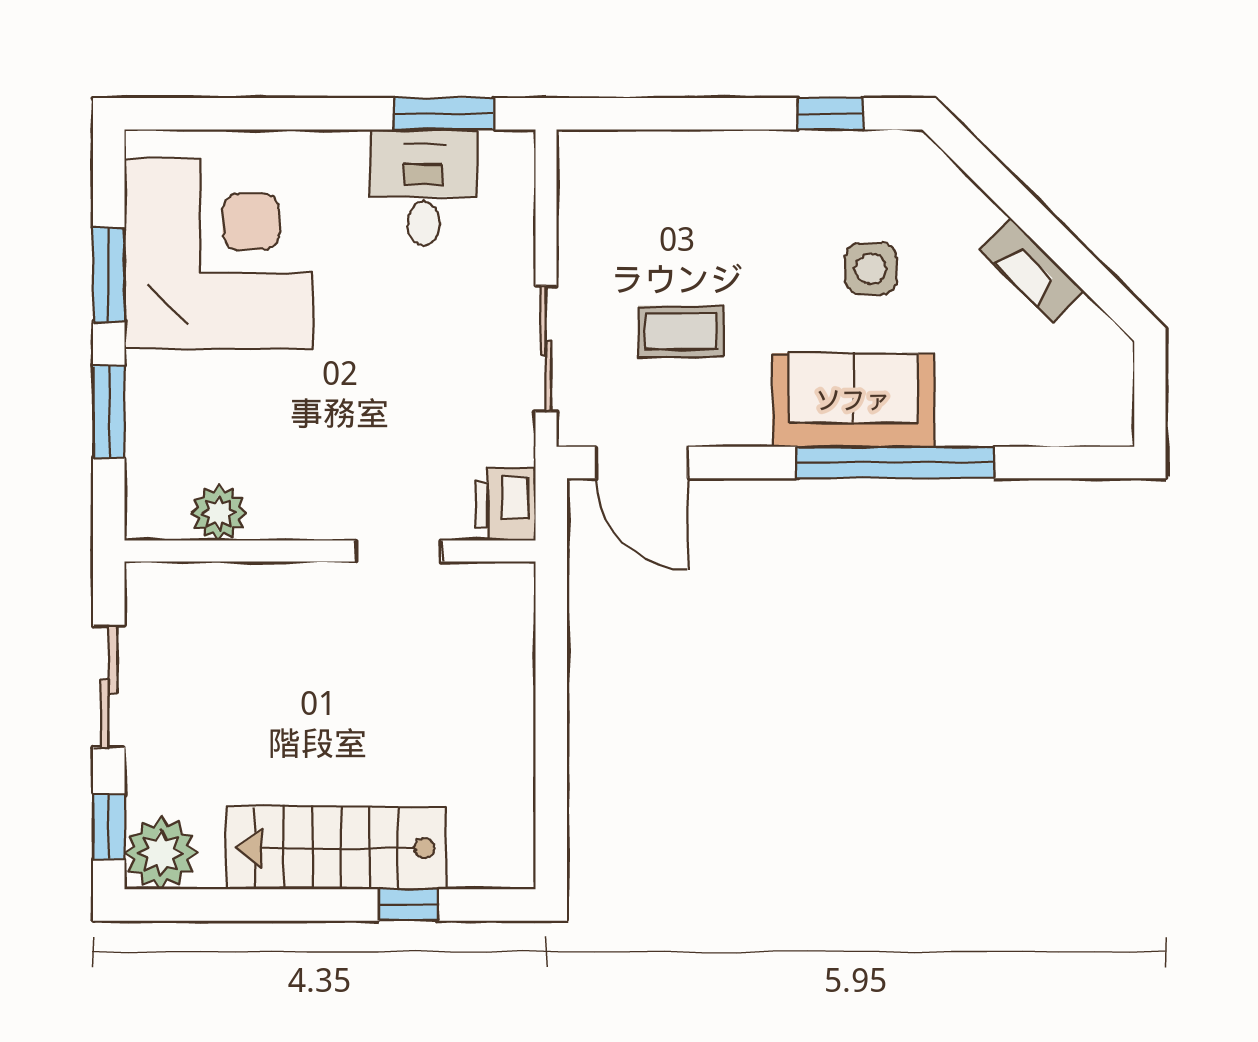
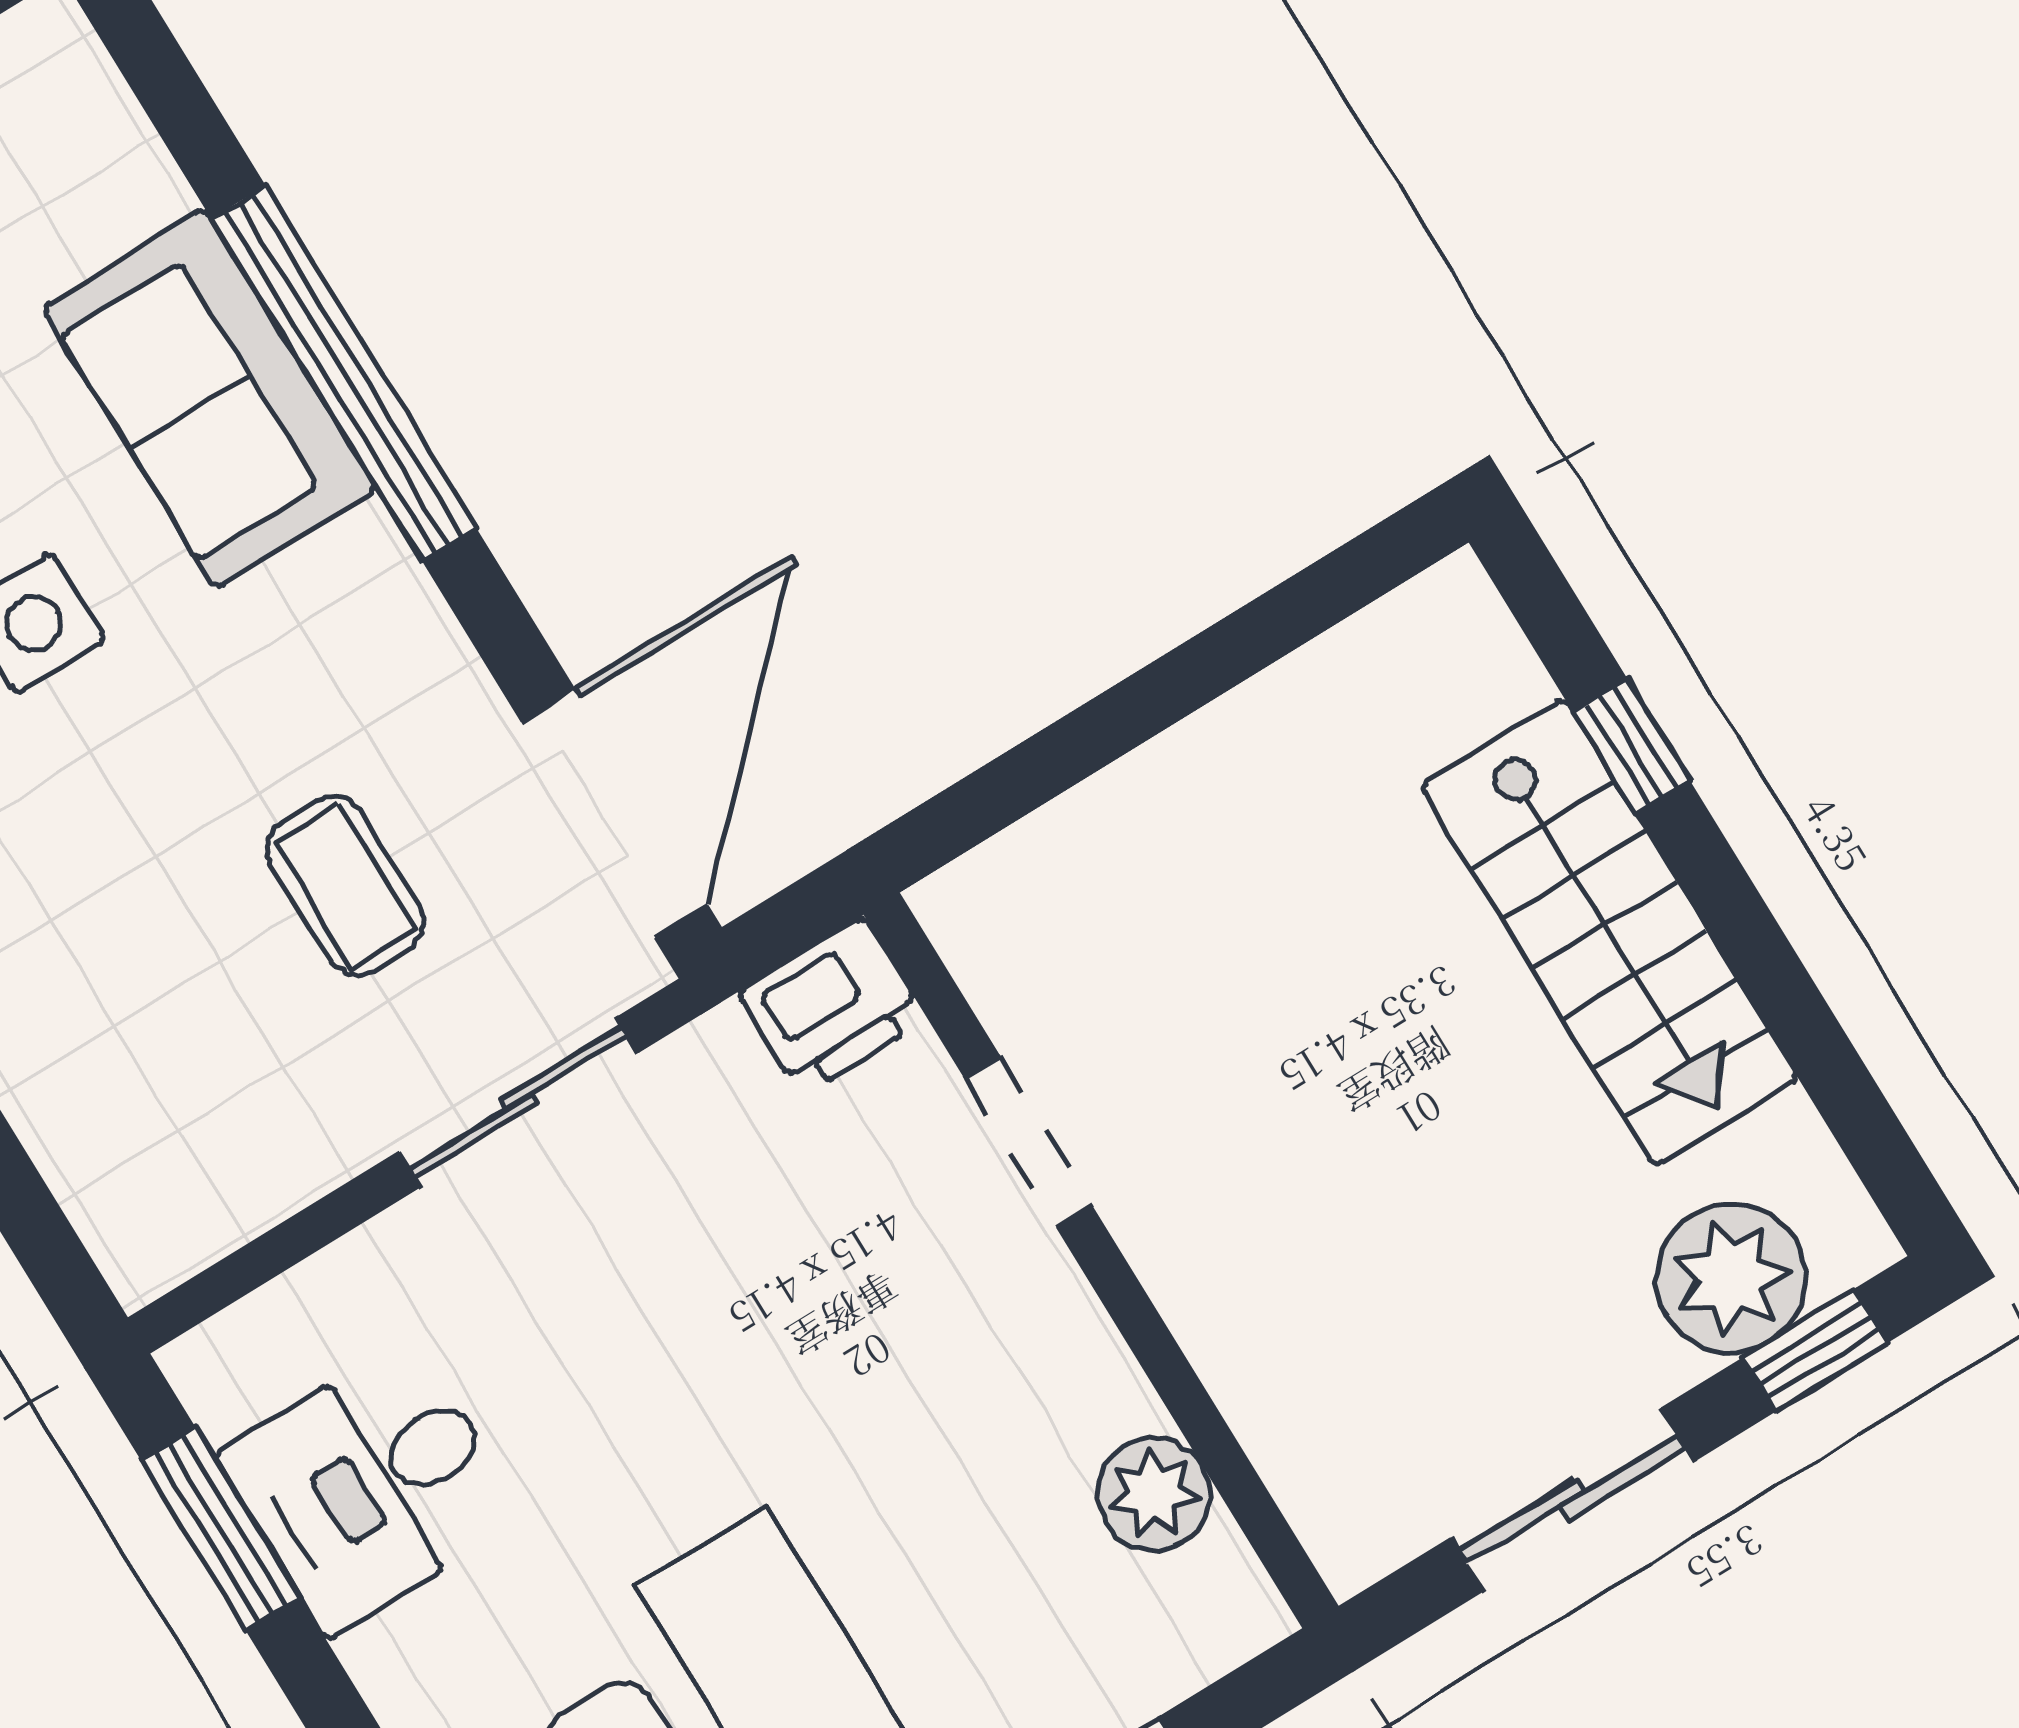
sofa: (853, 400) -> (210, 399), moved
door: (642, 463) -> (615, 814), width x1.36
plant: (161, 853) -> (1731, 1278), moved

